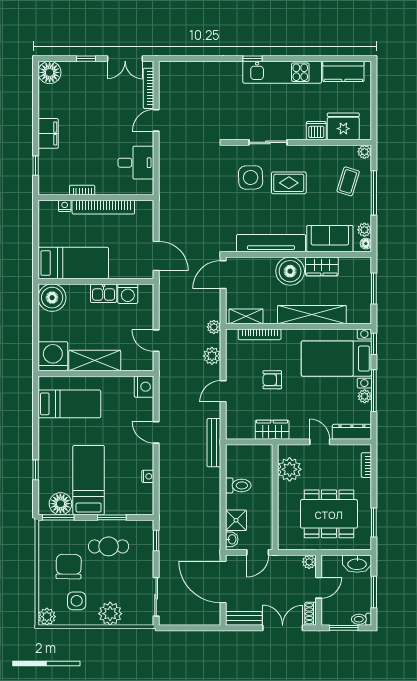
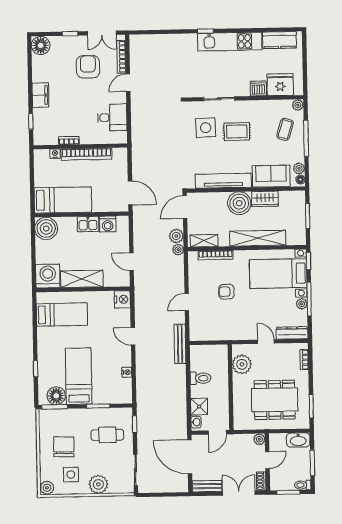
armchair: (107, 100) -> (88, 67), added
plant: (212, 356) -> (176, 236), moved
wardrobe: (272, 430) -> (227, 332), removed
cafe table: (109, 546) -> (107, 435), moved

